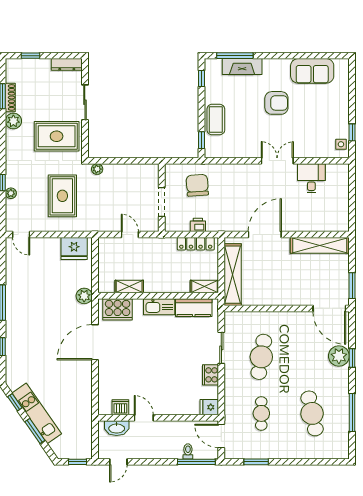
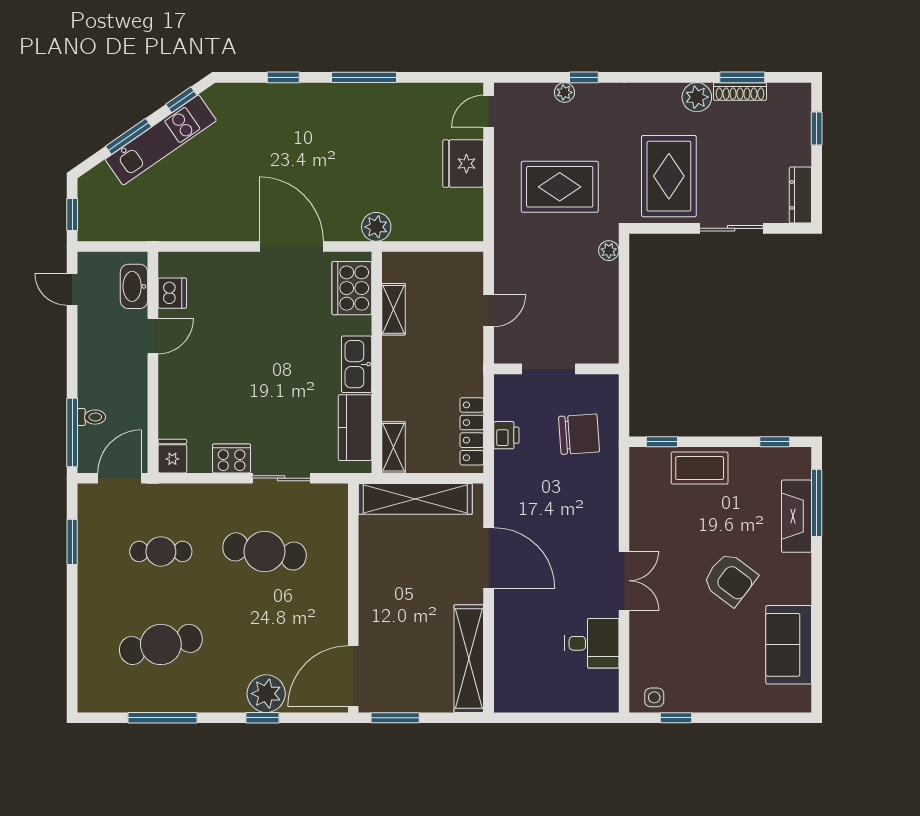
armchair: (276, 103) -> (730, 579), turned -53
fridge: (74, 248) -> (463, 164), moved

